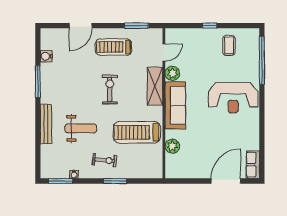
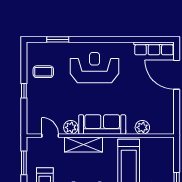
window: (262, 60) -> (58, 39), width x0.47
reception desk: (233, 98) -> (95, 68), turned -90
row of seats: (253, 165) -> (154, 48), width x1.48

